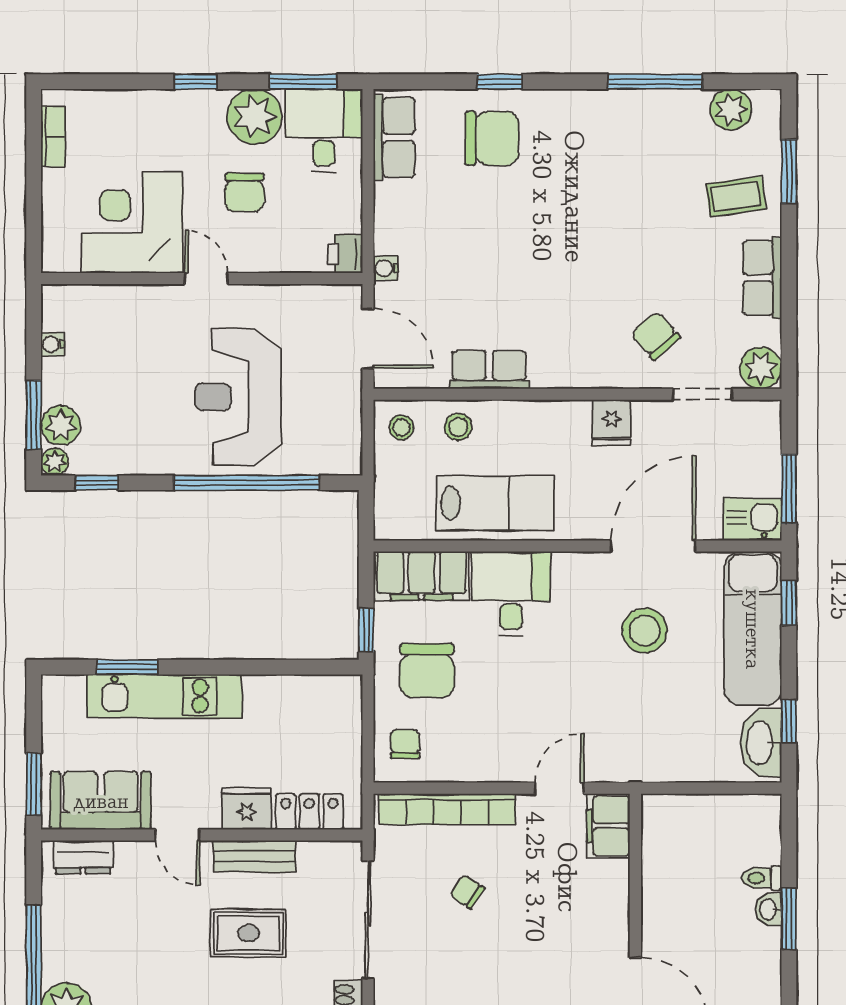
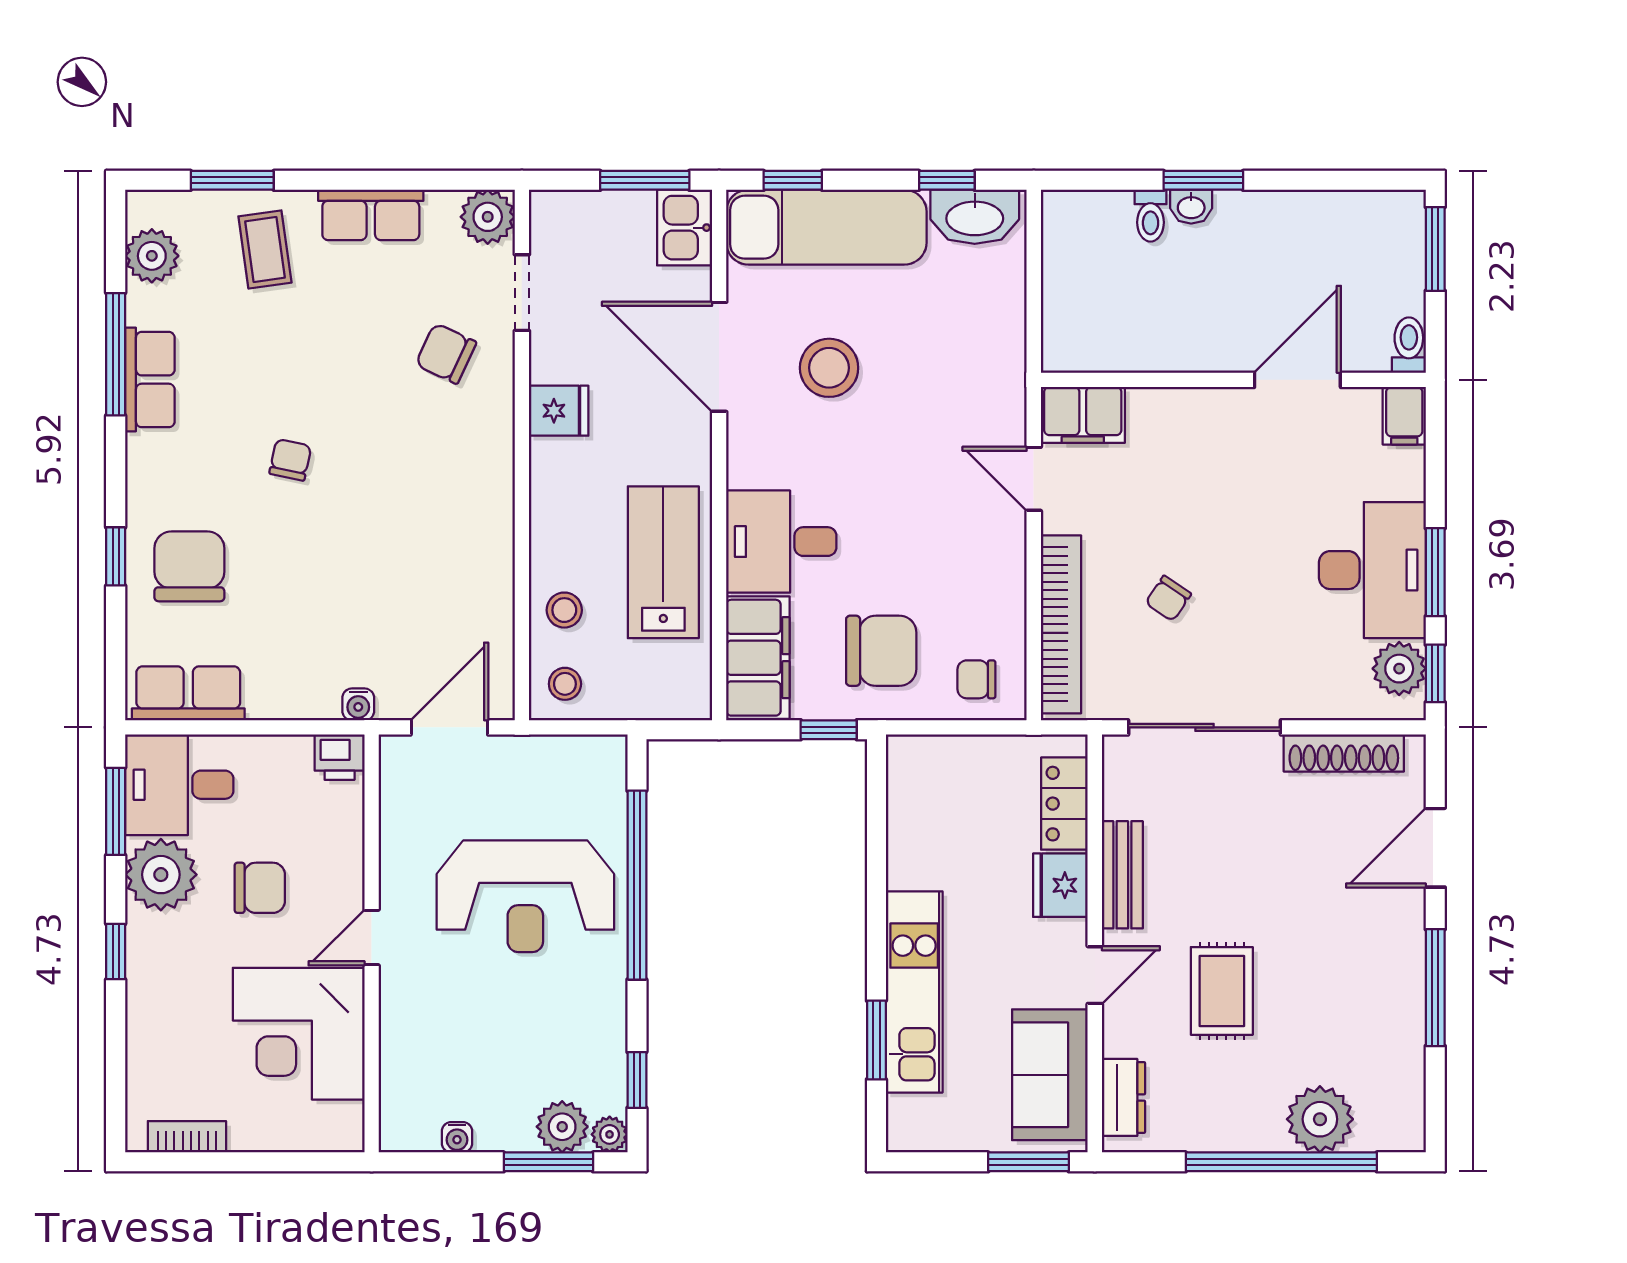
chair: (574, 216) -> (290, 460), added
chair: (656, 336) -> (446, 353), turned 66
row of seats: (489, 370) -> (150, 380), moved, turned 180
rug: (248, 933) -> (1222, 991), moved

